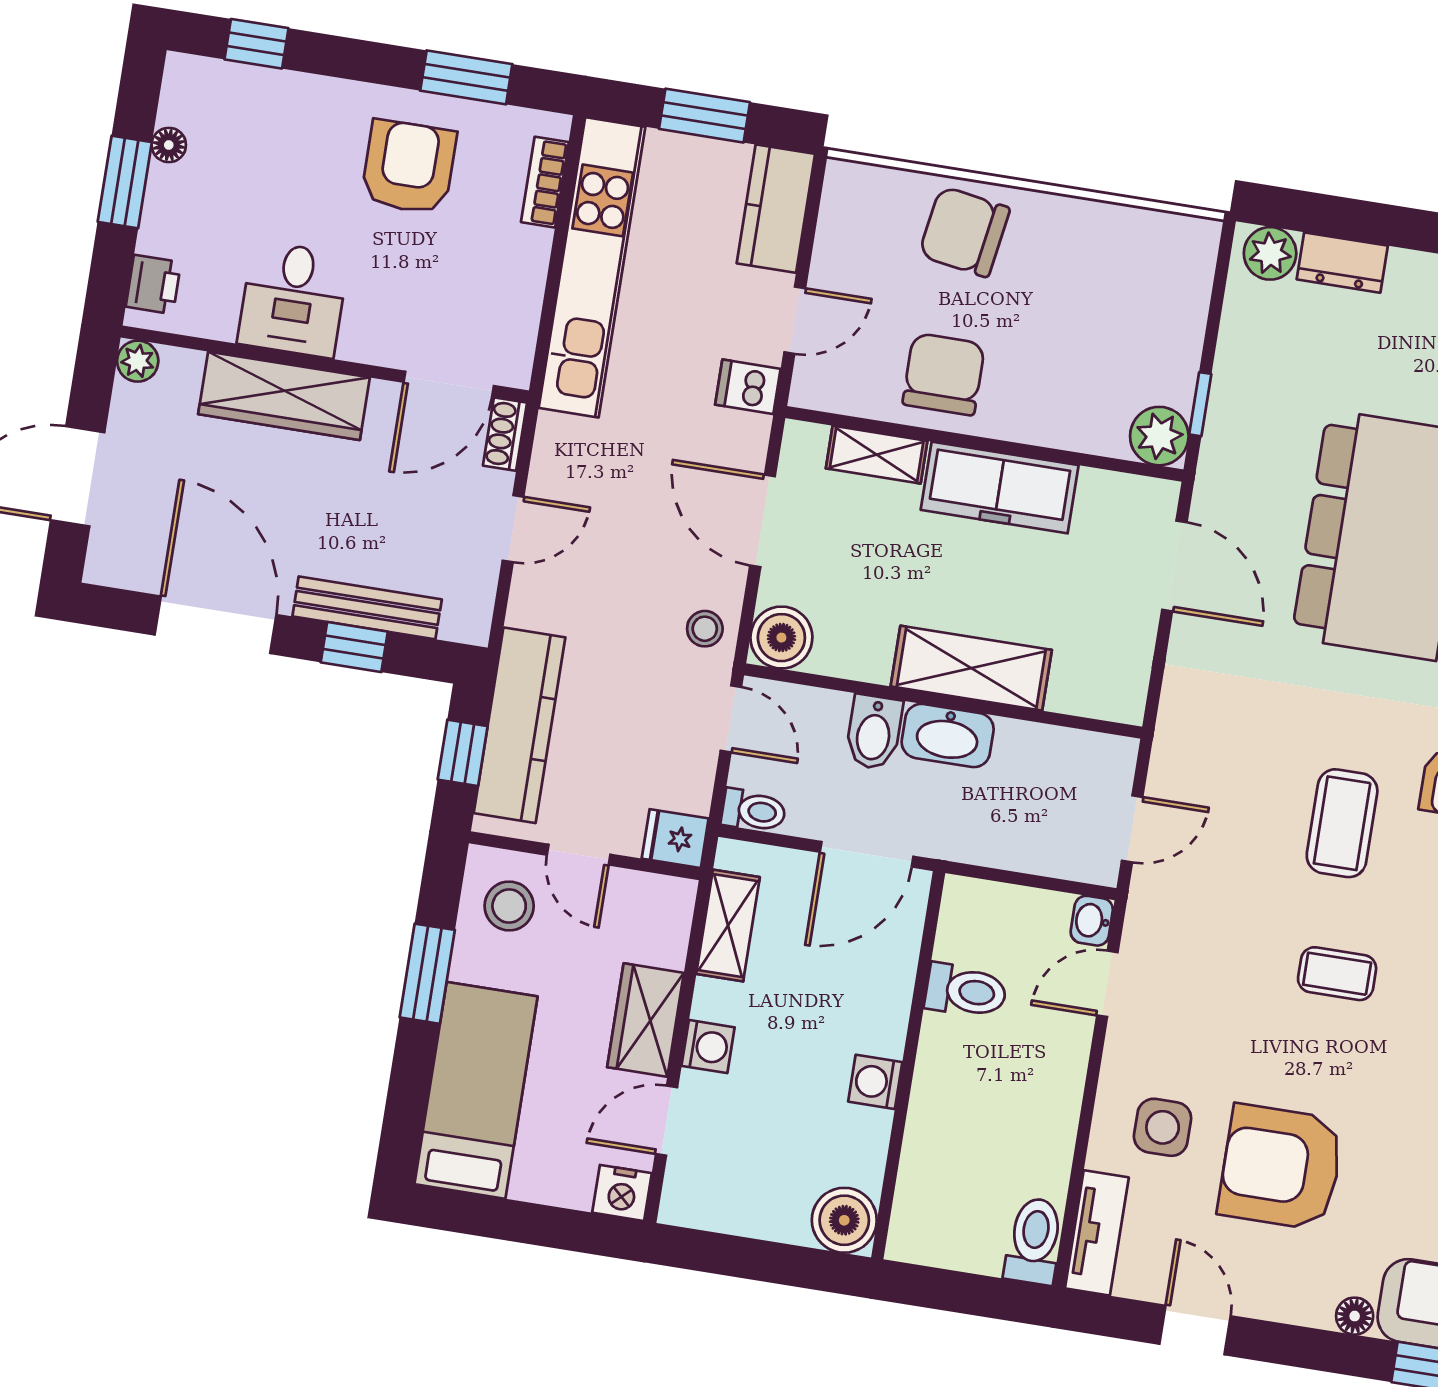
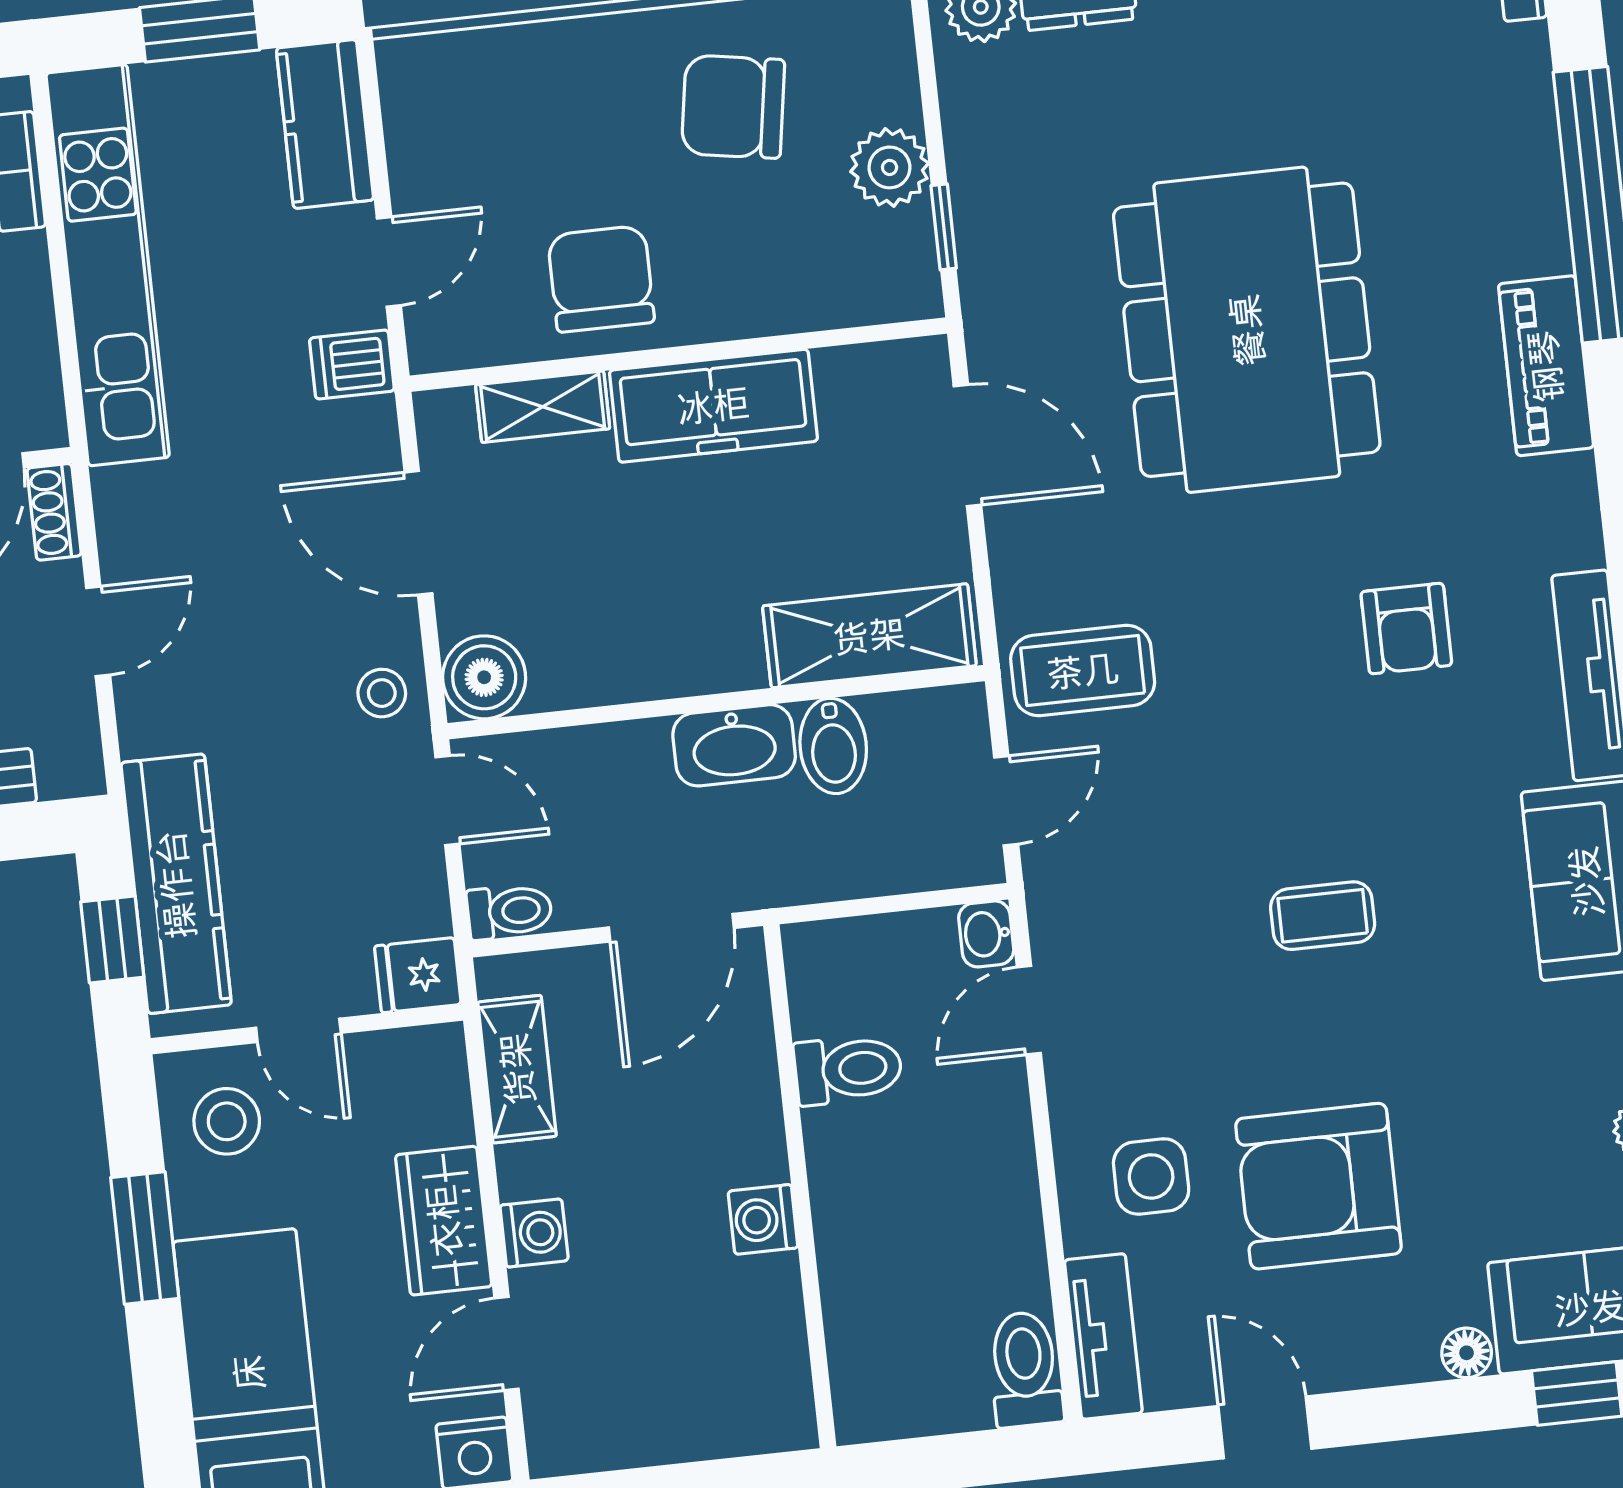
chair: (964, 232) -> (733, 107), moved
plant: (1159, 436) -> (890, 167), moved
shelving: (971, 668) -> (869, 636), moved
bidet: (874, 732) -> (833, 746), moved
coffee table: (1342, 823) -> (1083, 671), moved, turned 90
boiler: (844, 1220) -> (772, 1409), removed

